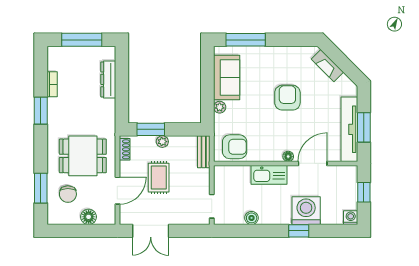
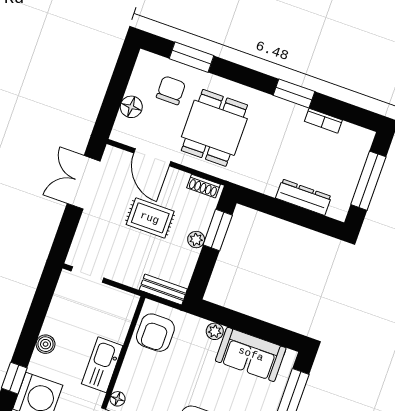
chair: (68, 194) -> (171, 90), turned 90
boiler: (252, 218) -> (46, 344), moved

